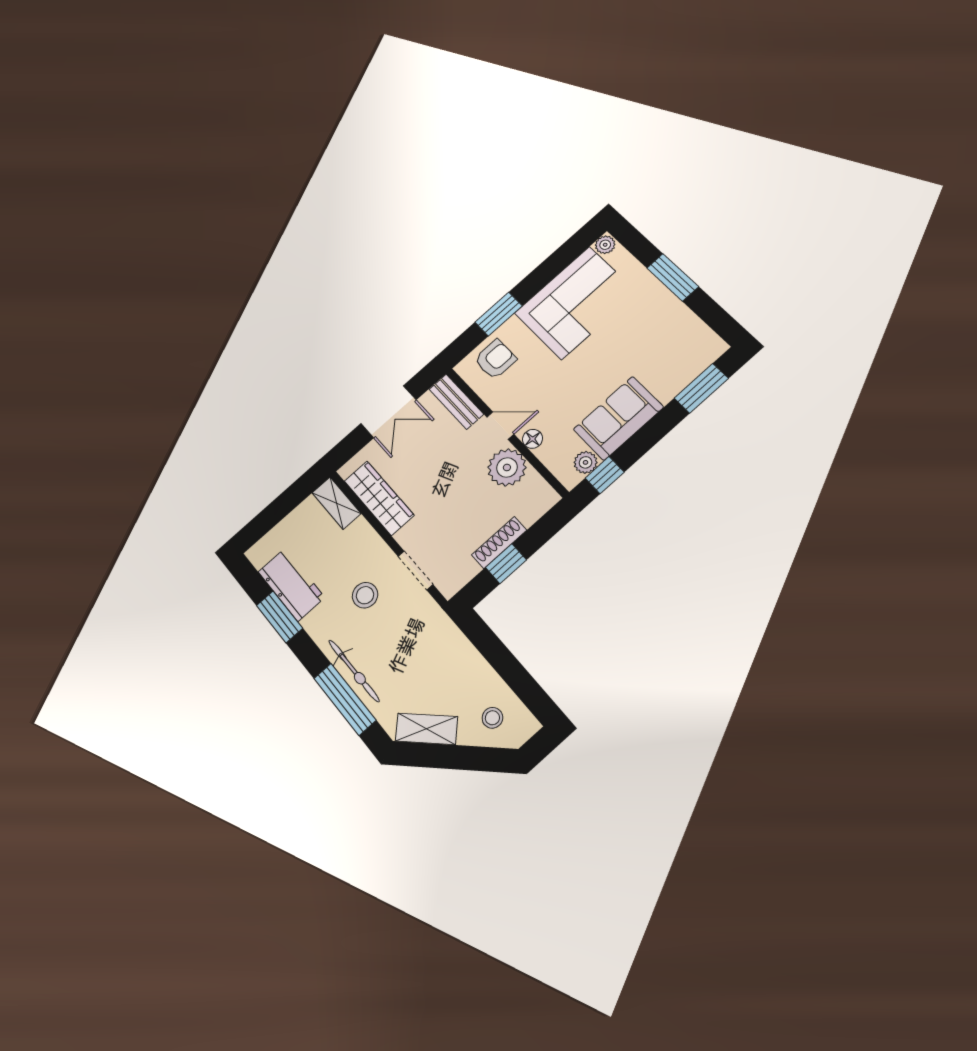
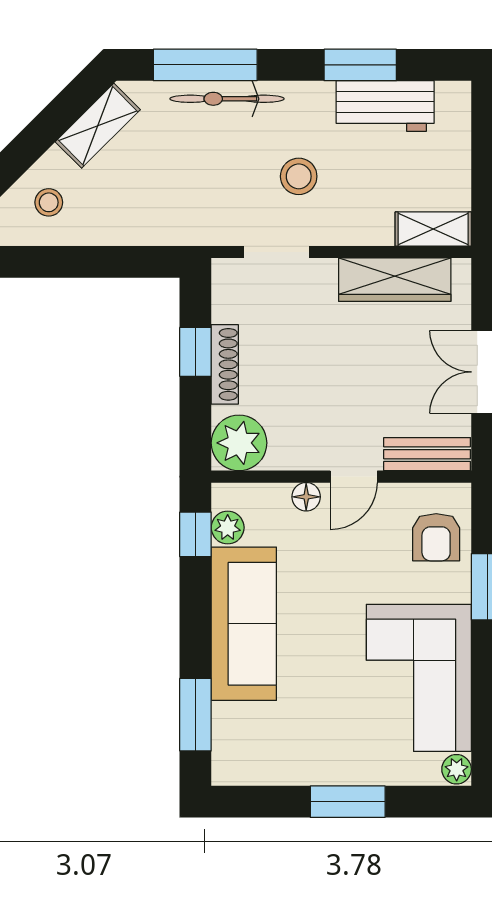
sofa: (618, 418) -> (244, 624), width x1.36
plant: (507, 467) -> (239, 443), moved

